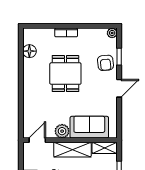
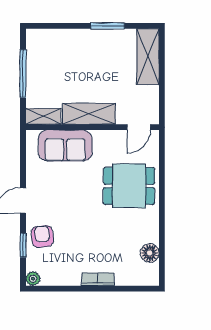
dining table: (65, 74) -> (129, 186), moved, turned 90
plant: (62, 131) -> (104, 140), removed

